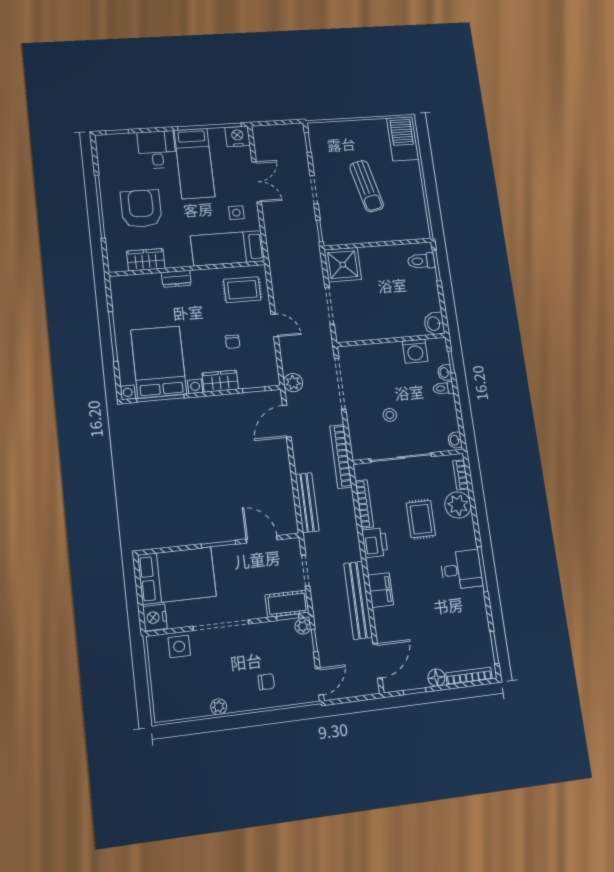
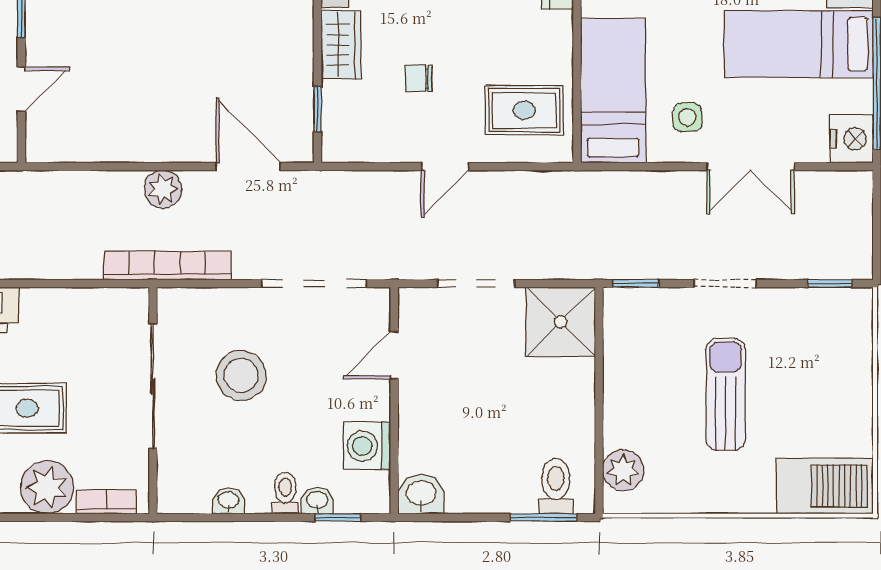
sun lounger: (367, 186) -> (726, 395), turned 103
plant: (409, 231) -> (623, 470), added
rug: (242, 290) -> (524, 110), turned 90
door: (370, 342) -> (394, 355), added
plant: (293, 383) -> (163, 189), moved
stool: (390, 415) -> (241, 375), width x1.89, depth x1.89
washbasin: (455, 440) -> (228, 501), moved
bench: (307, 503) -> (83, 186), removed
bookcase: (364, 504) -> (69, 299), removed
door: (262, 539) -> (21, 89), width x0.73

